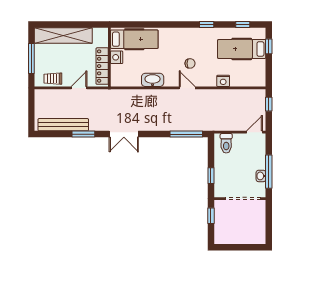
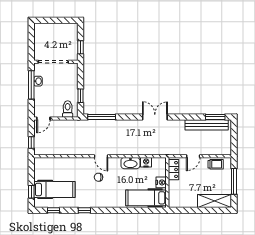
shelving: (63, 35) -> (214, 201), width x0.68
locker: (102, 66) -> (173, 170), width x0.66
nightstand: (223, 81) -> (146, 162), moved
window: (83, 134) -> (215, 117), moved
window: (211, 176) -> (81, 96), moved

